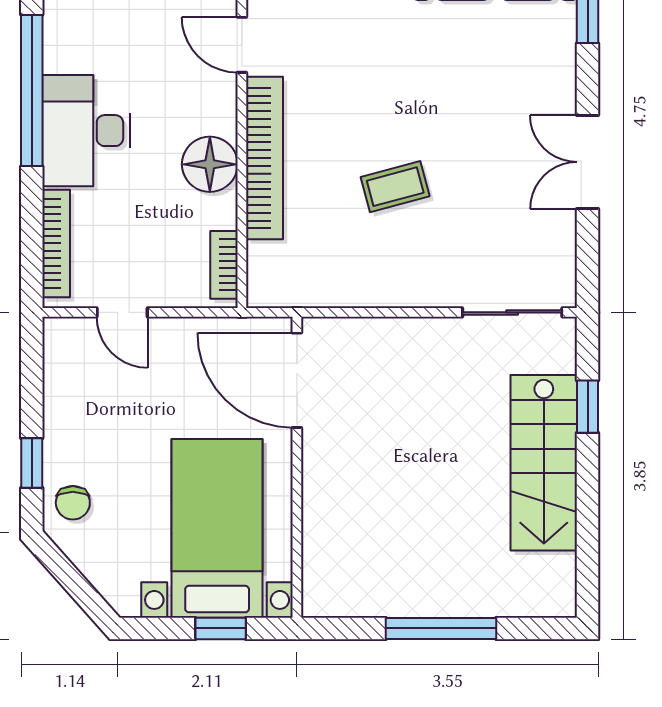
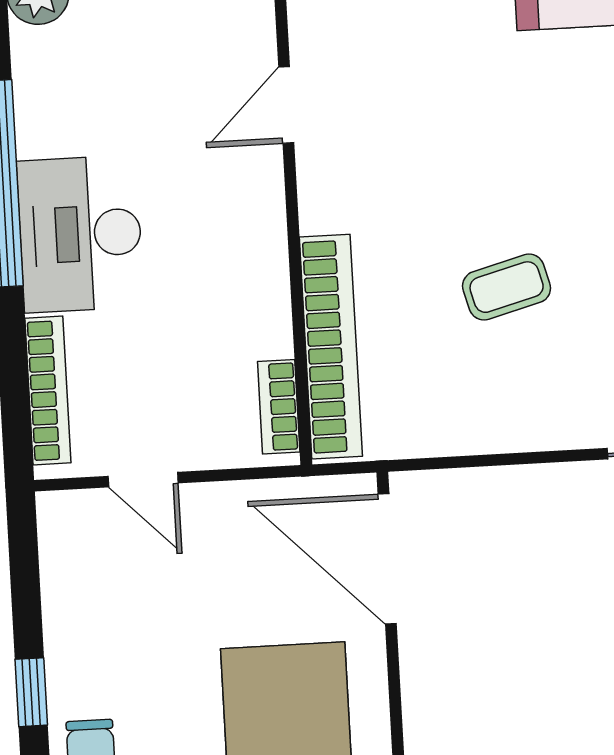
door: (242, 45) -> (286, 105), hinge flipped
bookcase: (265, 158) -> (331, 347), moved
floor lamp: (210, 164) -> (252, 271), removed

